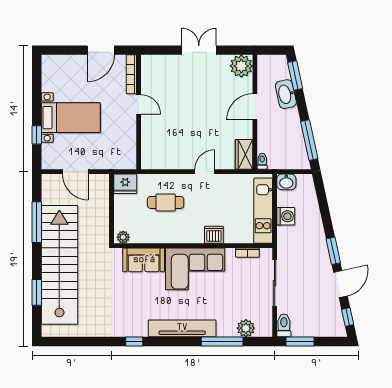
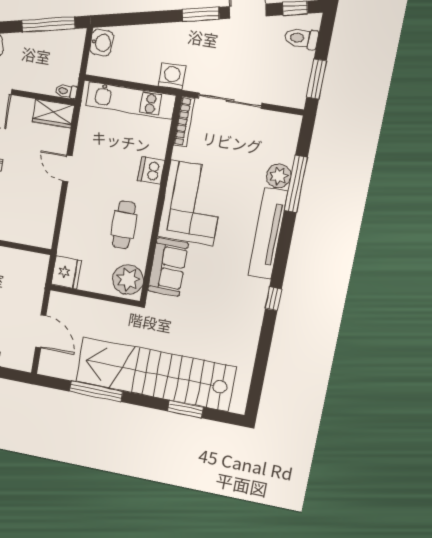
door: (75, 172) -> (41, 331), hinge flipped
washbasin: (286, 182) -> (102, 43), moved
cafe table: (166, 202) -> (124, 225), moved
washing machine: (286, 216) -> (172, 76), moved
plant: (123, 237) -> (128, 279), width x1.88, depth x1.88
bookcase: (247, 253) -> (184, 122), width x1.56
toilet: (284, 325) -> (301, 38), moved
plant: (246, 328) -> (279, 176), moved

